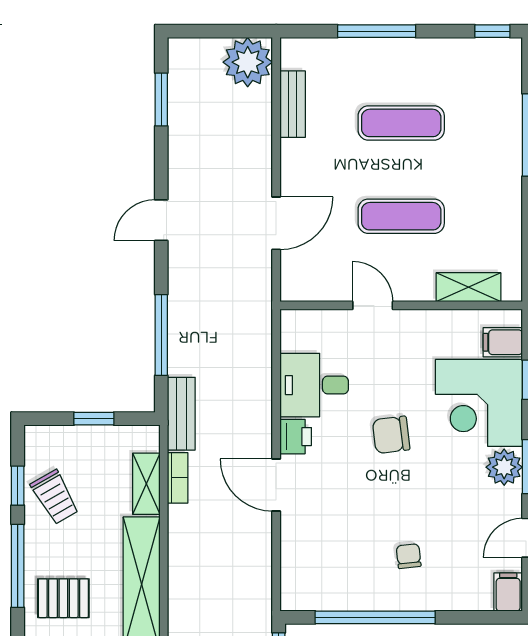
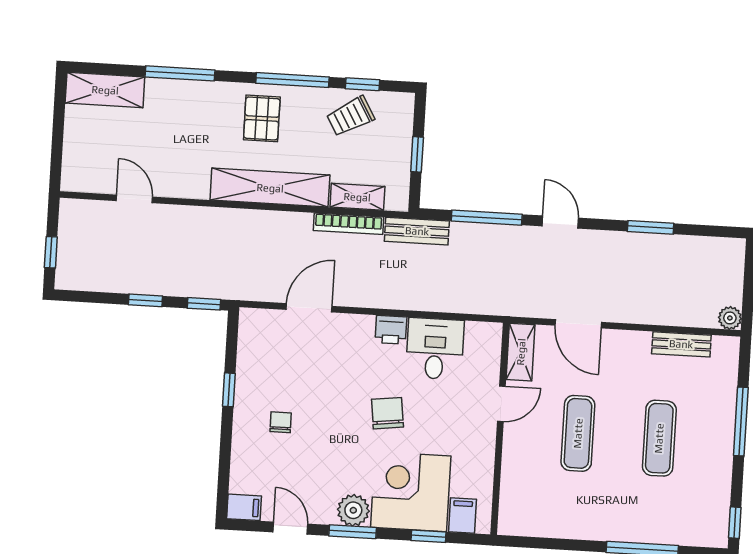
plant: (248, 62) -> (730, 318), width x0.53, depth x0.53
window: (161, 99) -> (651, 227), moved
door: (161, 220) -> (560, 222), moved
shelving: (469, 287) -> (521, 352), moved
bookcase: (178, 478) -> (349, 224), width x1.56
door: (276, 485) -> (309, 308), moved
chair: (409, 556) -> (281, 422), turned -84
window: (375, 617) -> (229, 390), width x0.32

